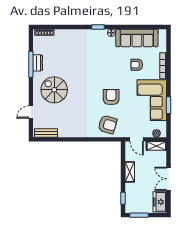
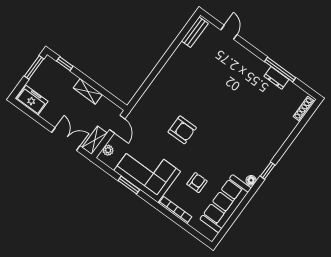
spiral stairs: (54, 90) -> (235, 75), removed
armchair: (107, 125) -> (156, 105), removed
door: (137, 139) -> (117, 124), swing flipped
double door: (169, 179) -> (66, 139), moved

